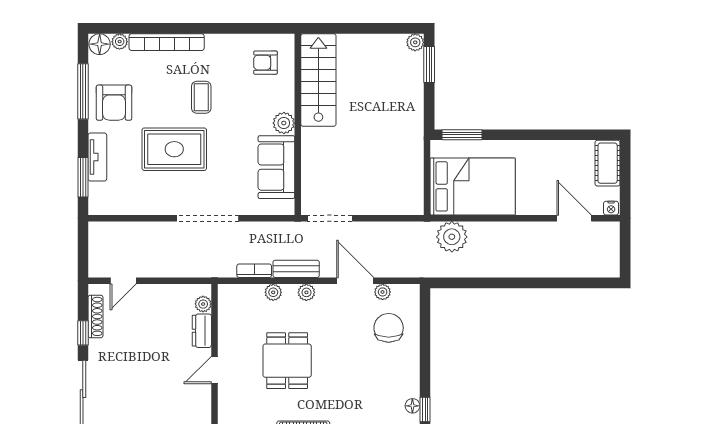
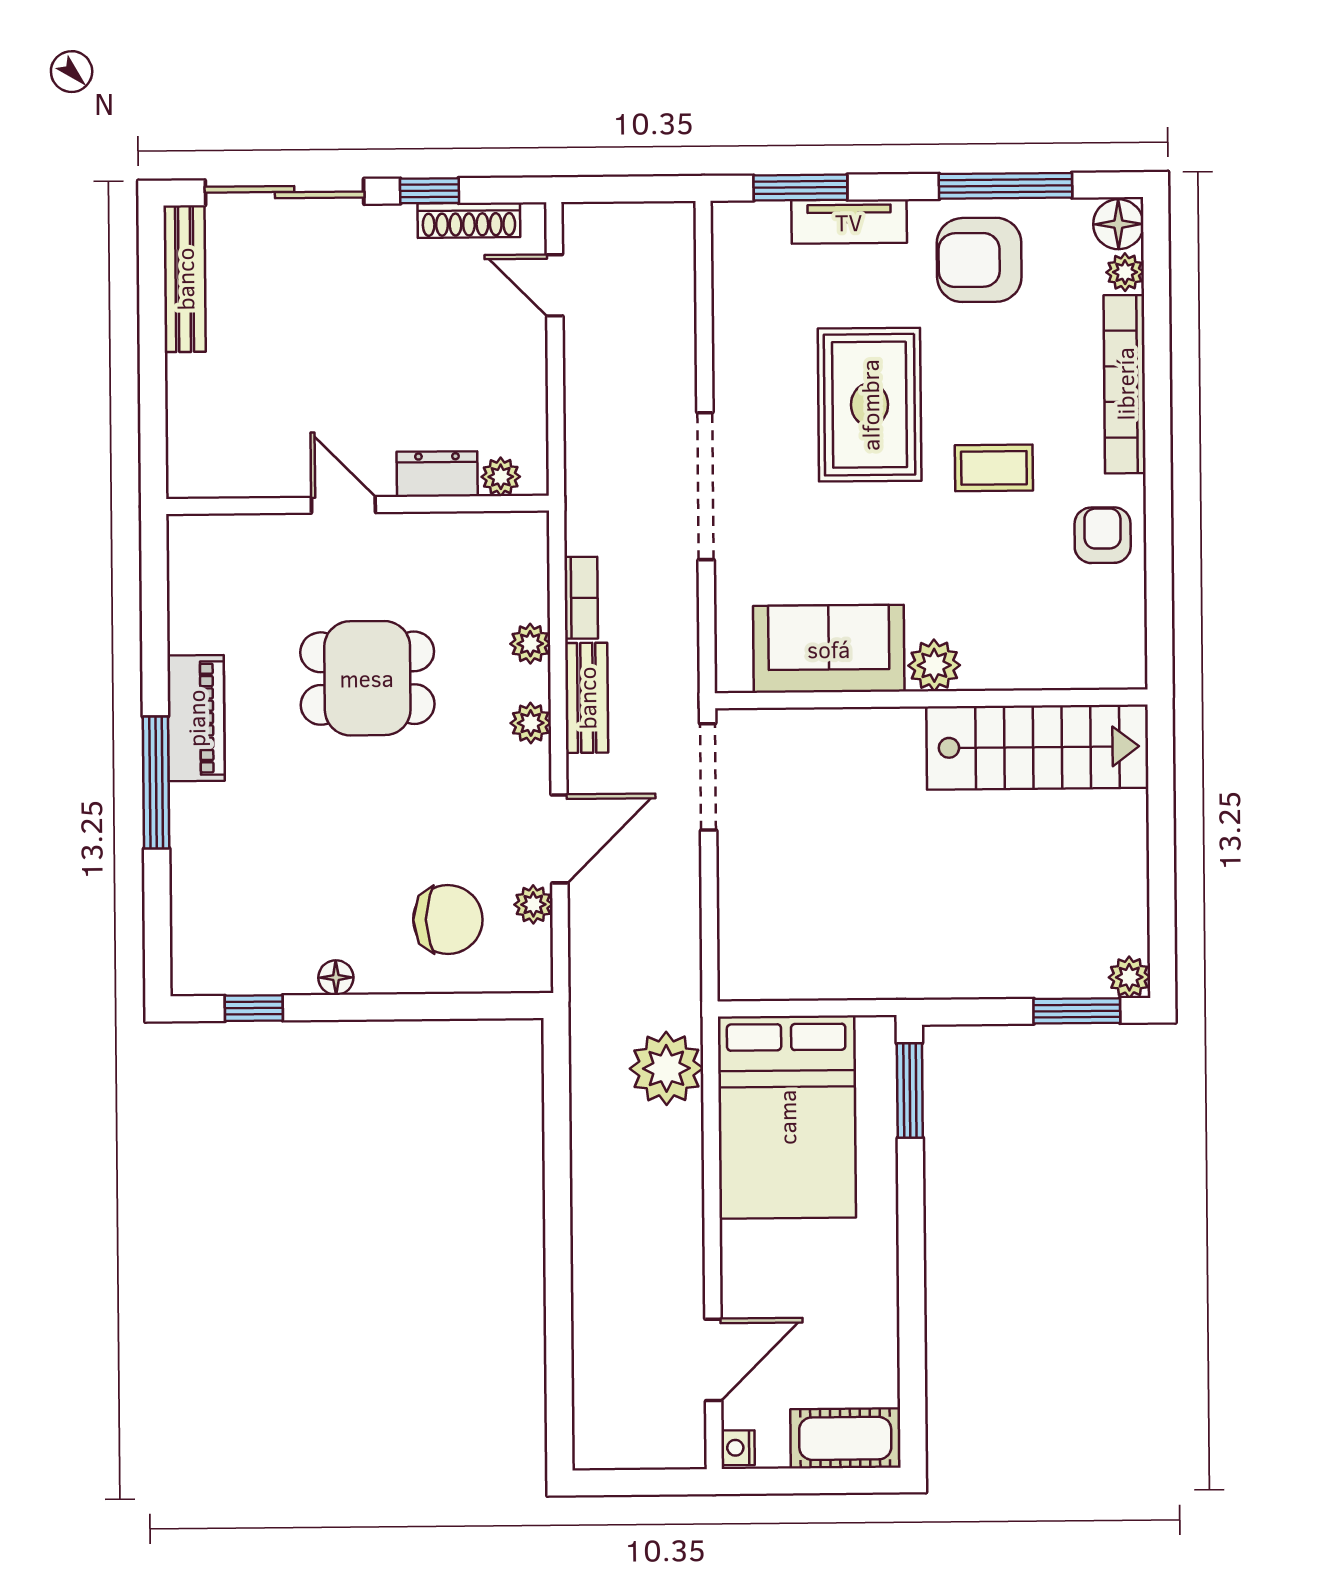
armchair: (265, 63) -> (1103, 535), moved
floor lamp: (412, 406) -> (336, 978), moved

